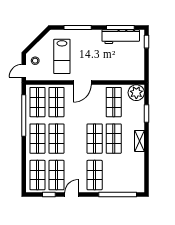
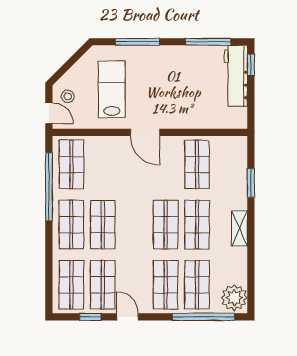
workbench: (121, 37) -> (236, 76), moved, turned 90
lab bench: (62, 56) -> (112, 89), turned 180
door: (24, 71) -> (49, 113), swing flipped
door: (82, 83) -> (145, 132), hinge flipped
plant: (136, 93) -> (234, 298), moved
shop shelf: (56, 102) -> (197, 285), moved
door: (71, 195) -> (128, 317), hinge flipped

